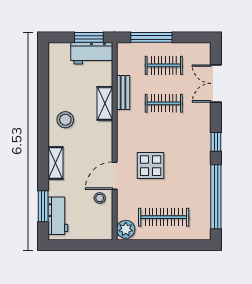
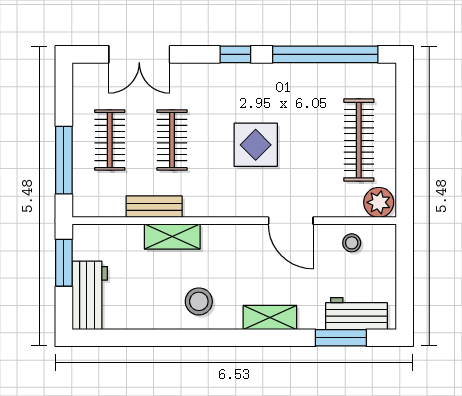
workbench: (92, 53) -> (90, 295), moved
display table: (151, 166) -> (256, 145), moved
stool: (100, 198) -> (352, 243), moved

